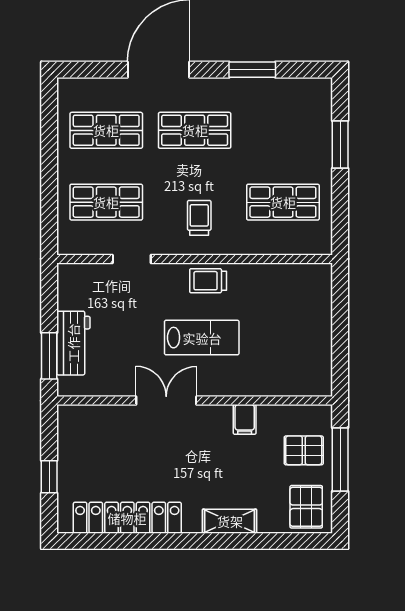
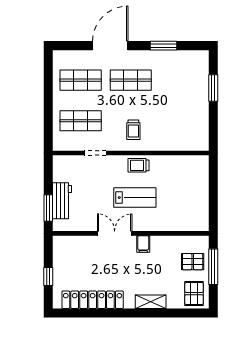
shop shelf: (283, 202) -> (181, 121), removed
trolley: (199, 218) -> (133, 130), turned 180
filing cabinet: (245, 419) -> (143, 244), moved

